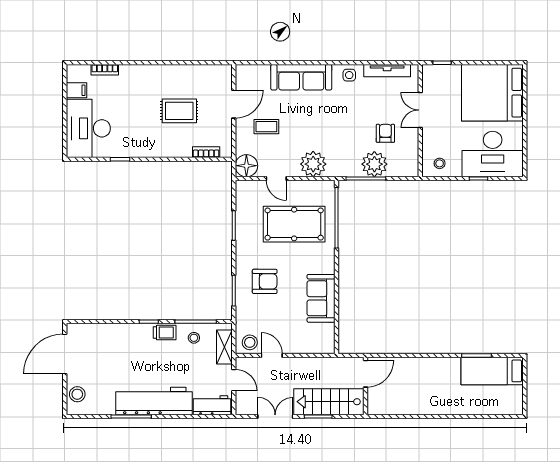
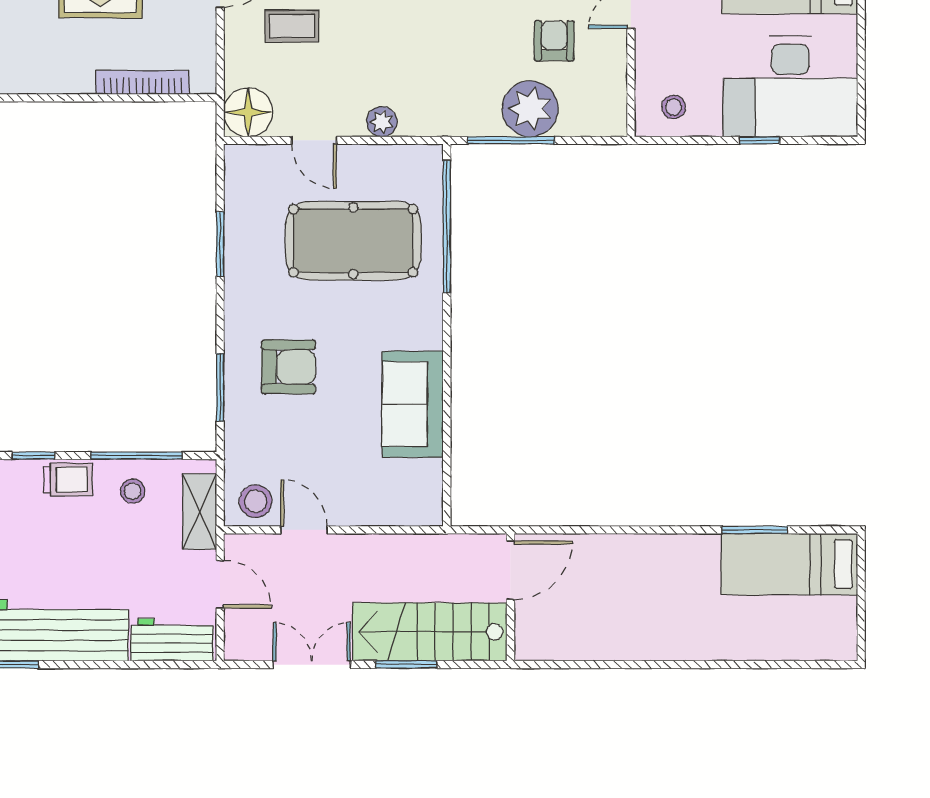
bookcase: (206, 152) -> (143, 82), width x1.56
plant: (313, 164) -> (382, 122), width x0.53, depth x0.53

